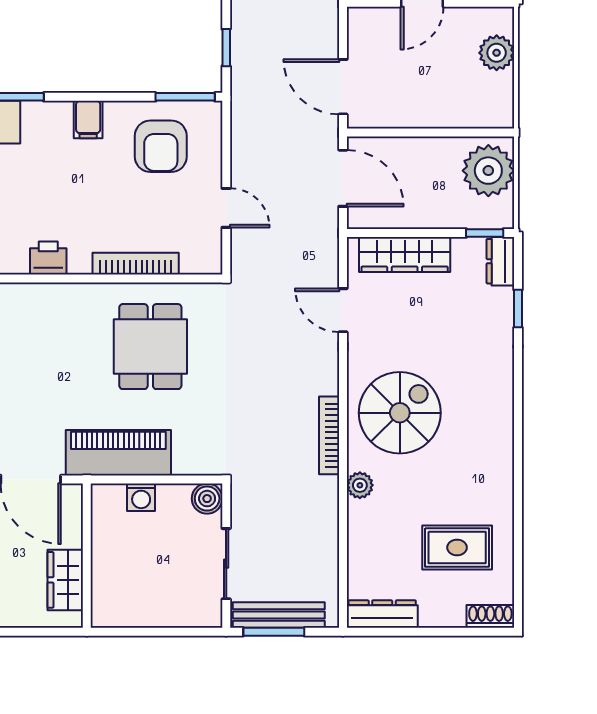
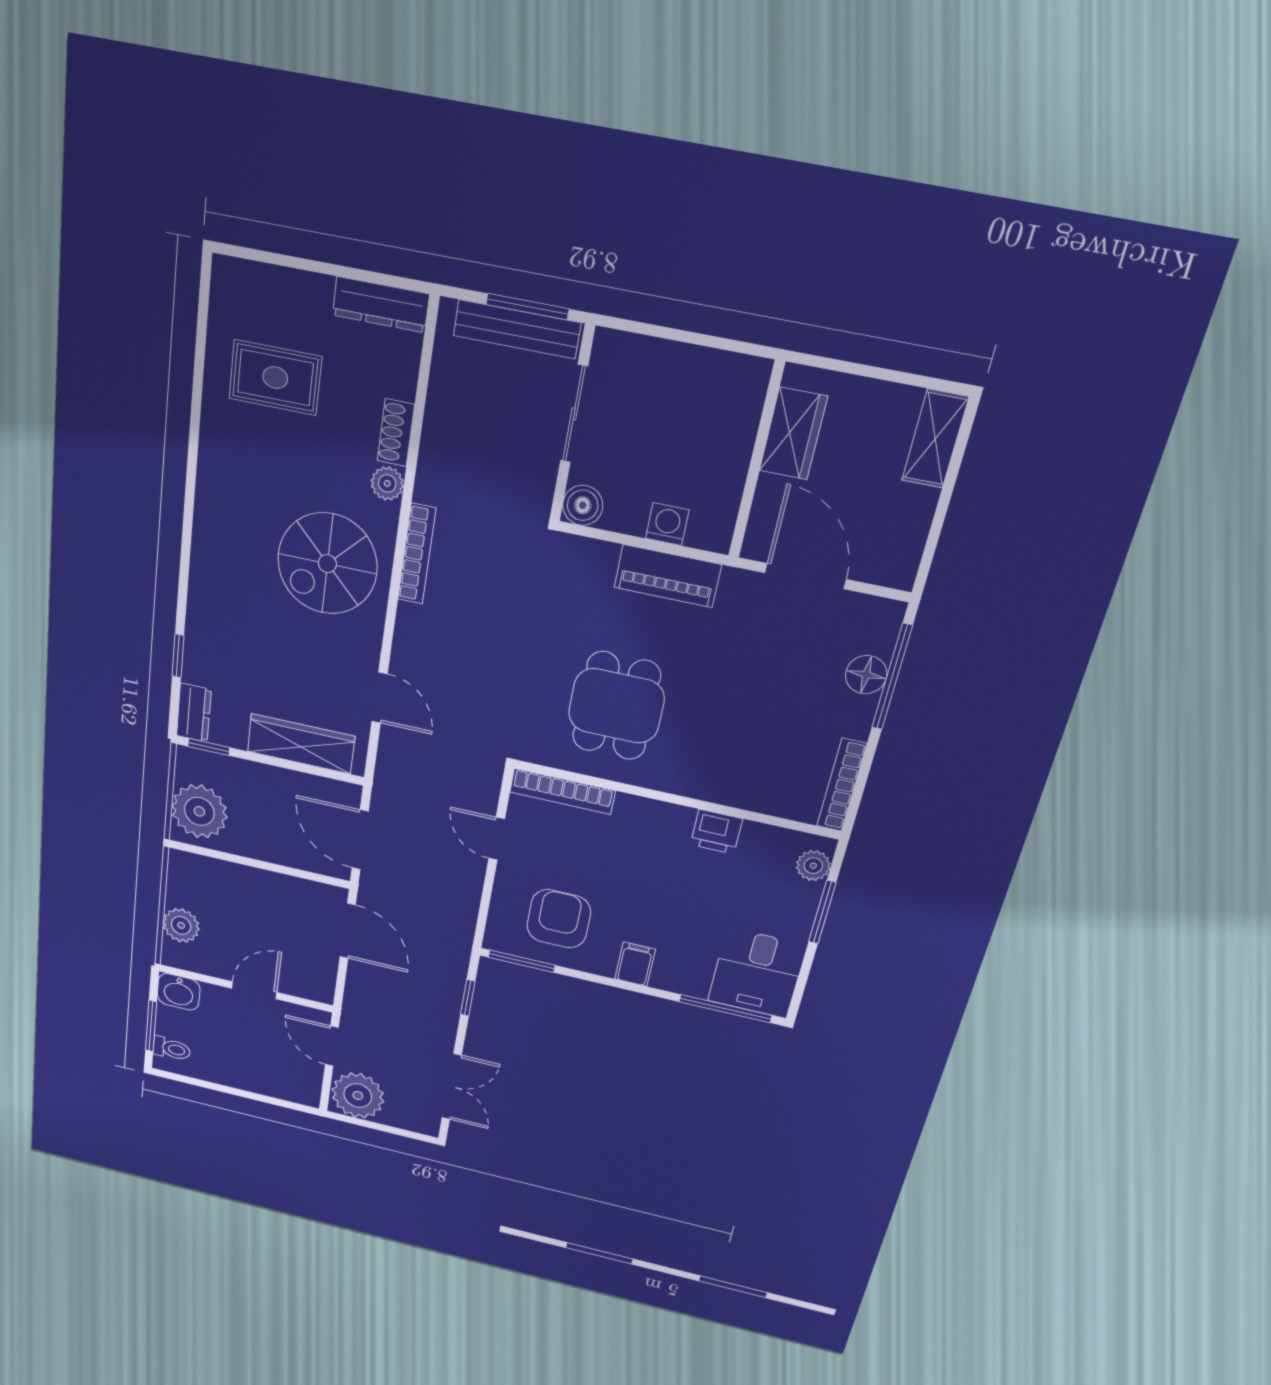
bookcase: (136, 264) -> (562, 791), moved
piano: (118, 453) -> (668, 576), width x0.73, depth x0.75
shoe rack: (490, 616) -> (396, 433), moved, turned 90

